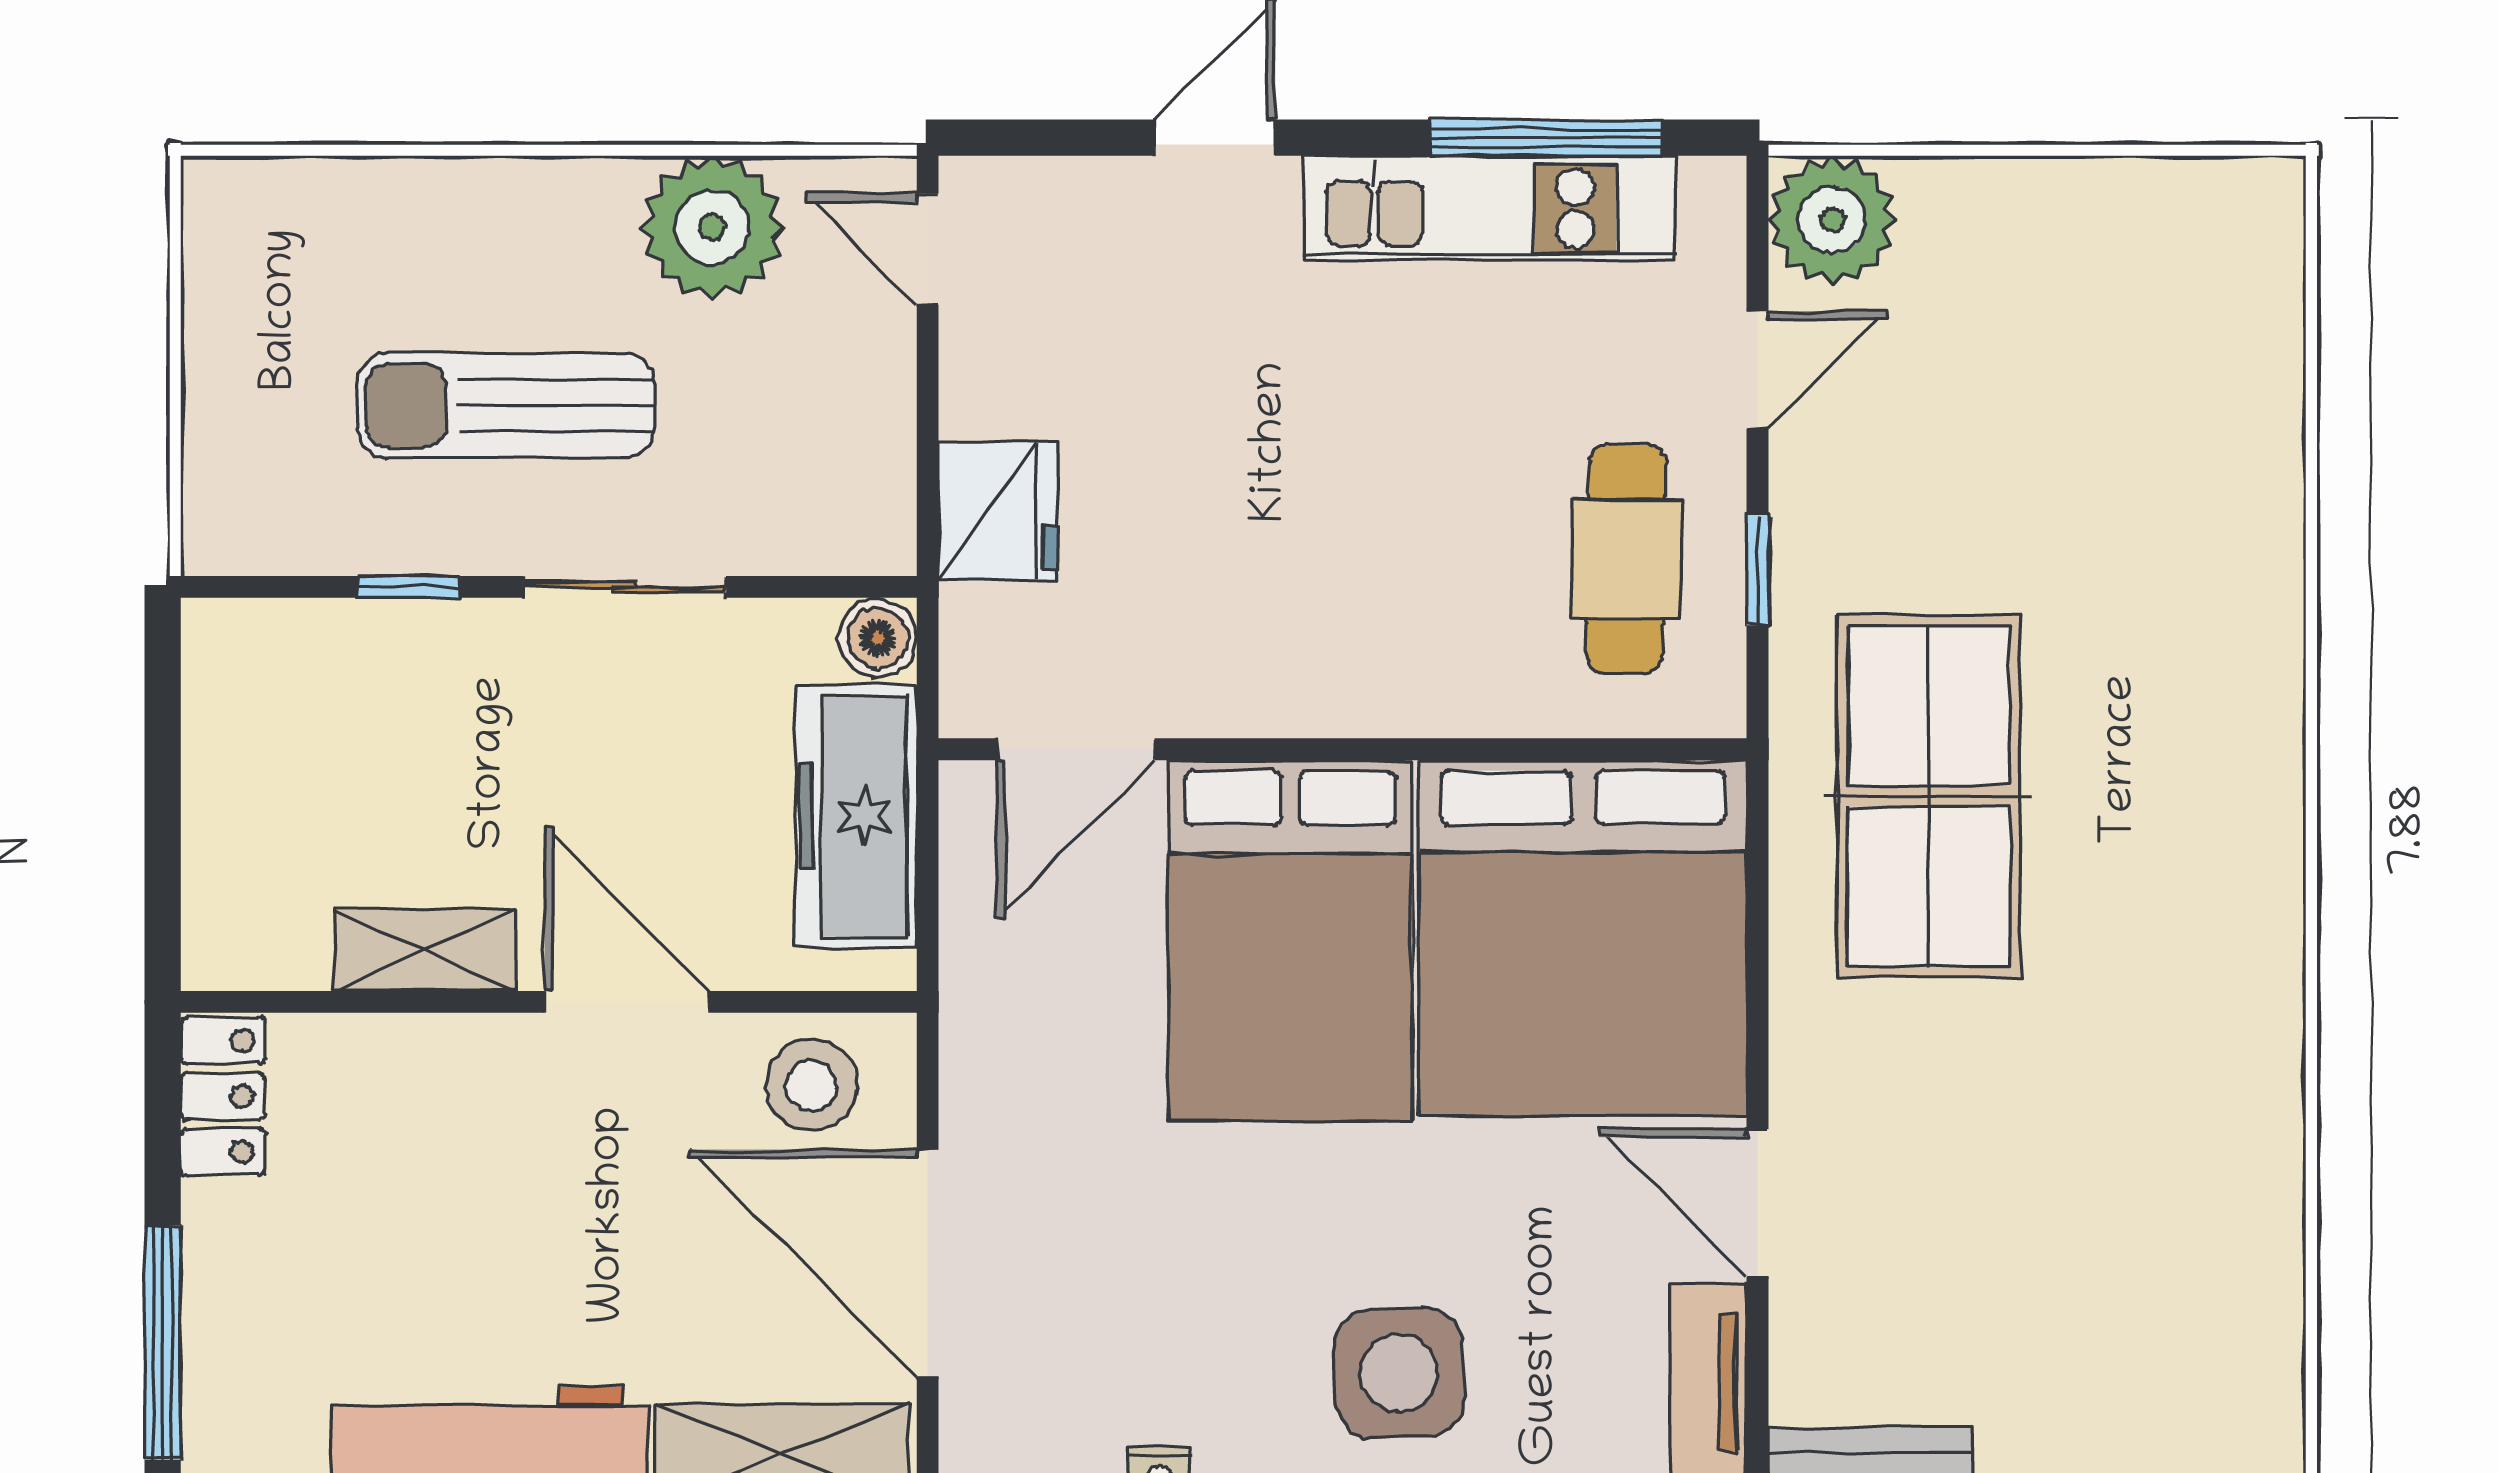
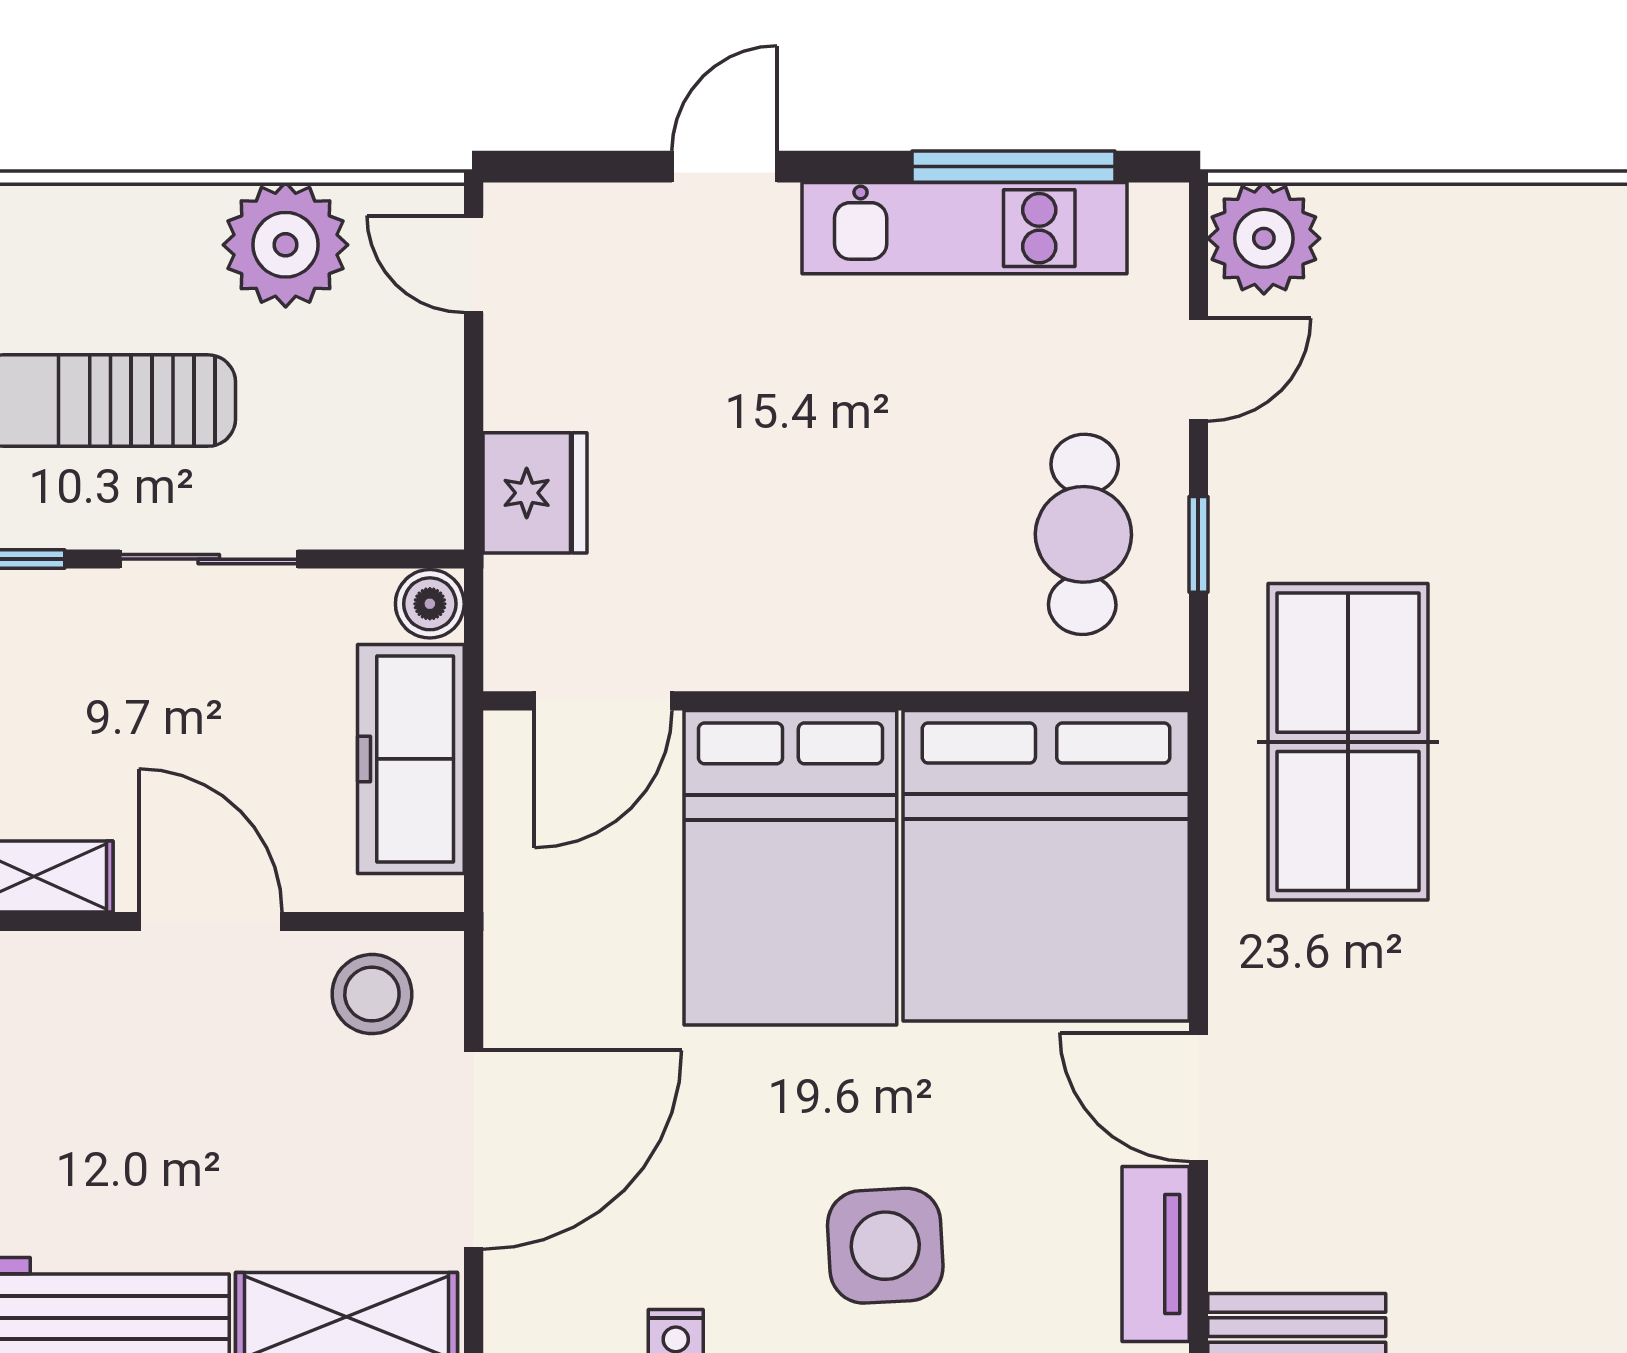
door: (928, 1263) -> (474, 1150), swing flipped

